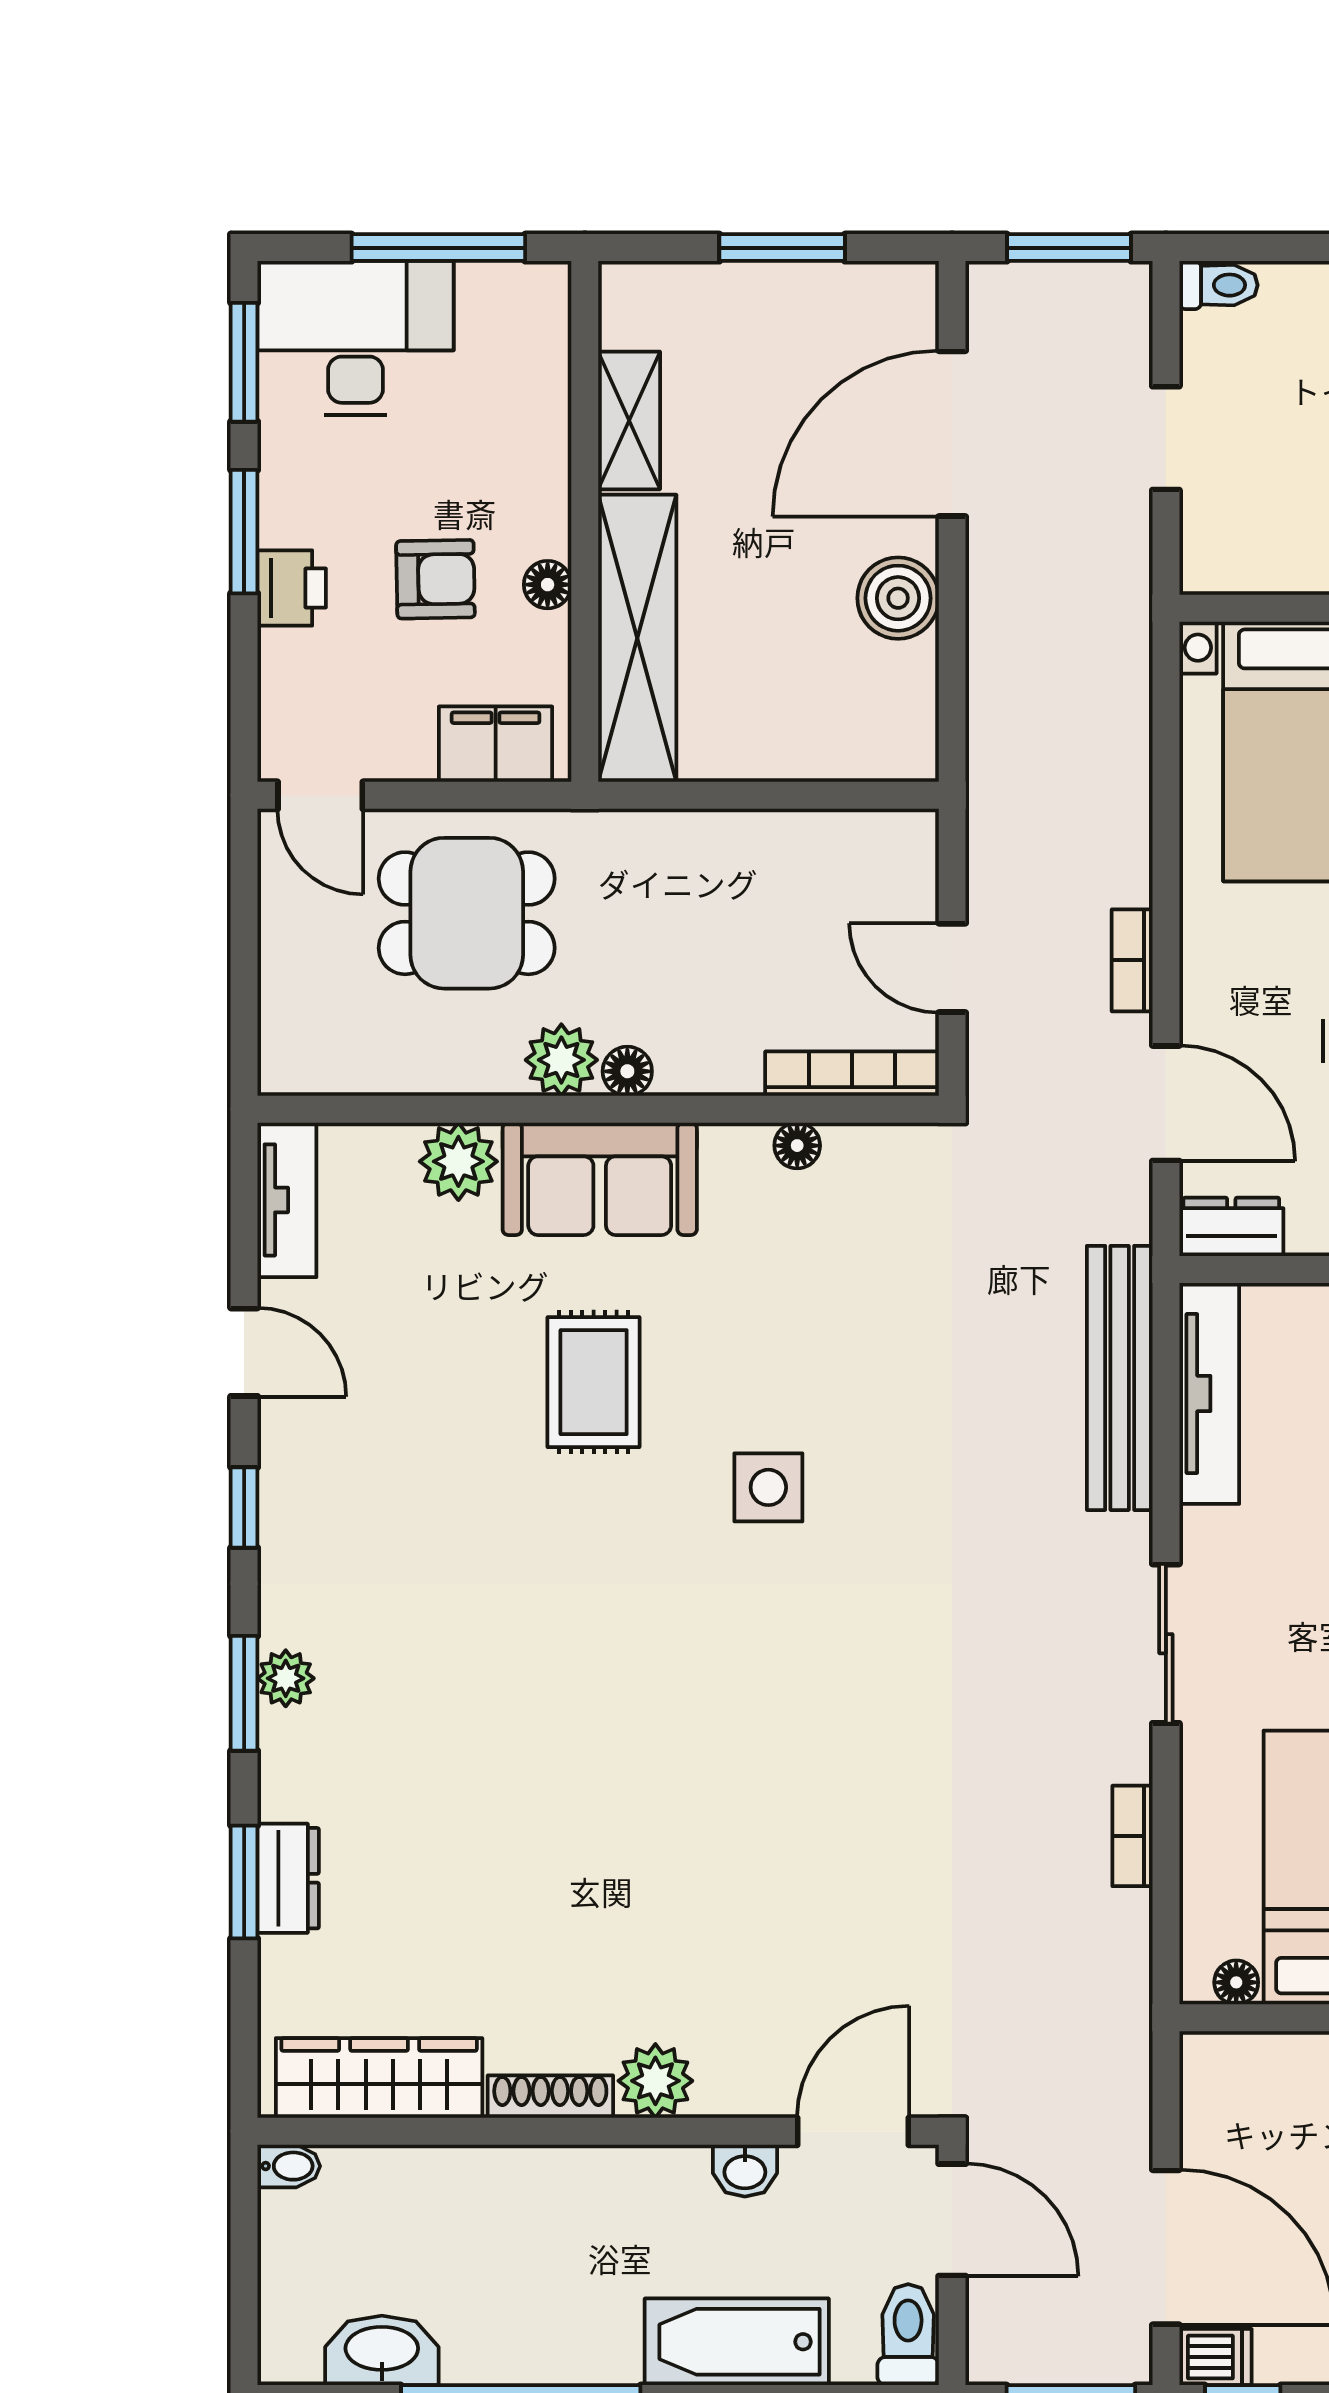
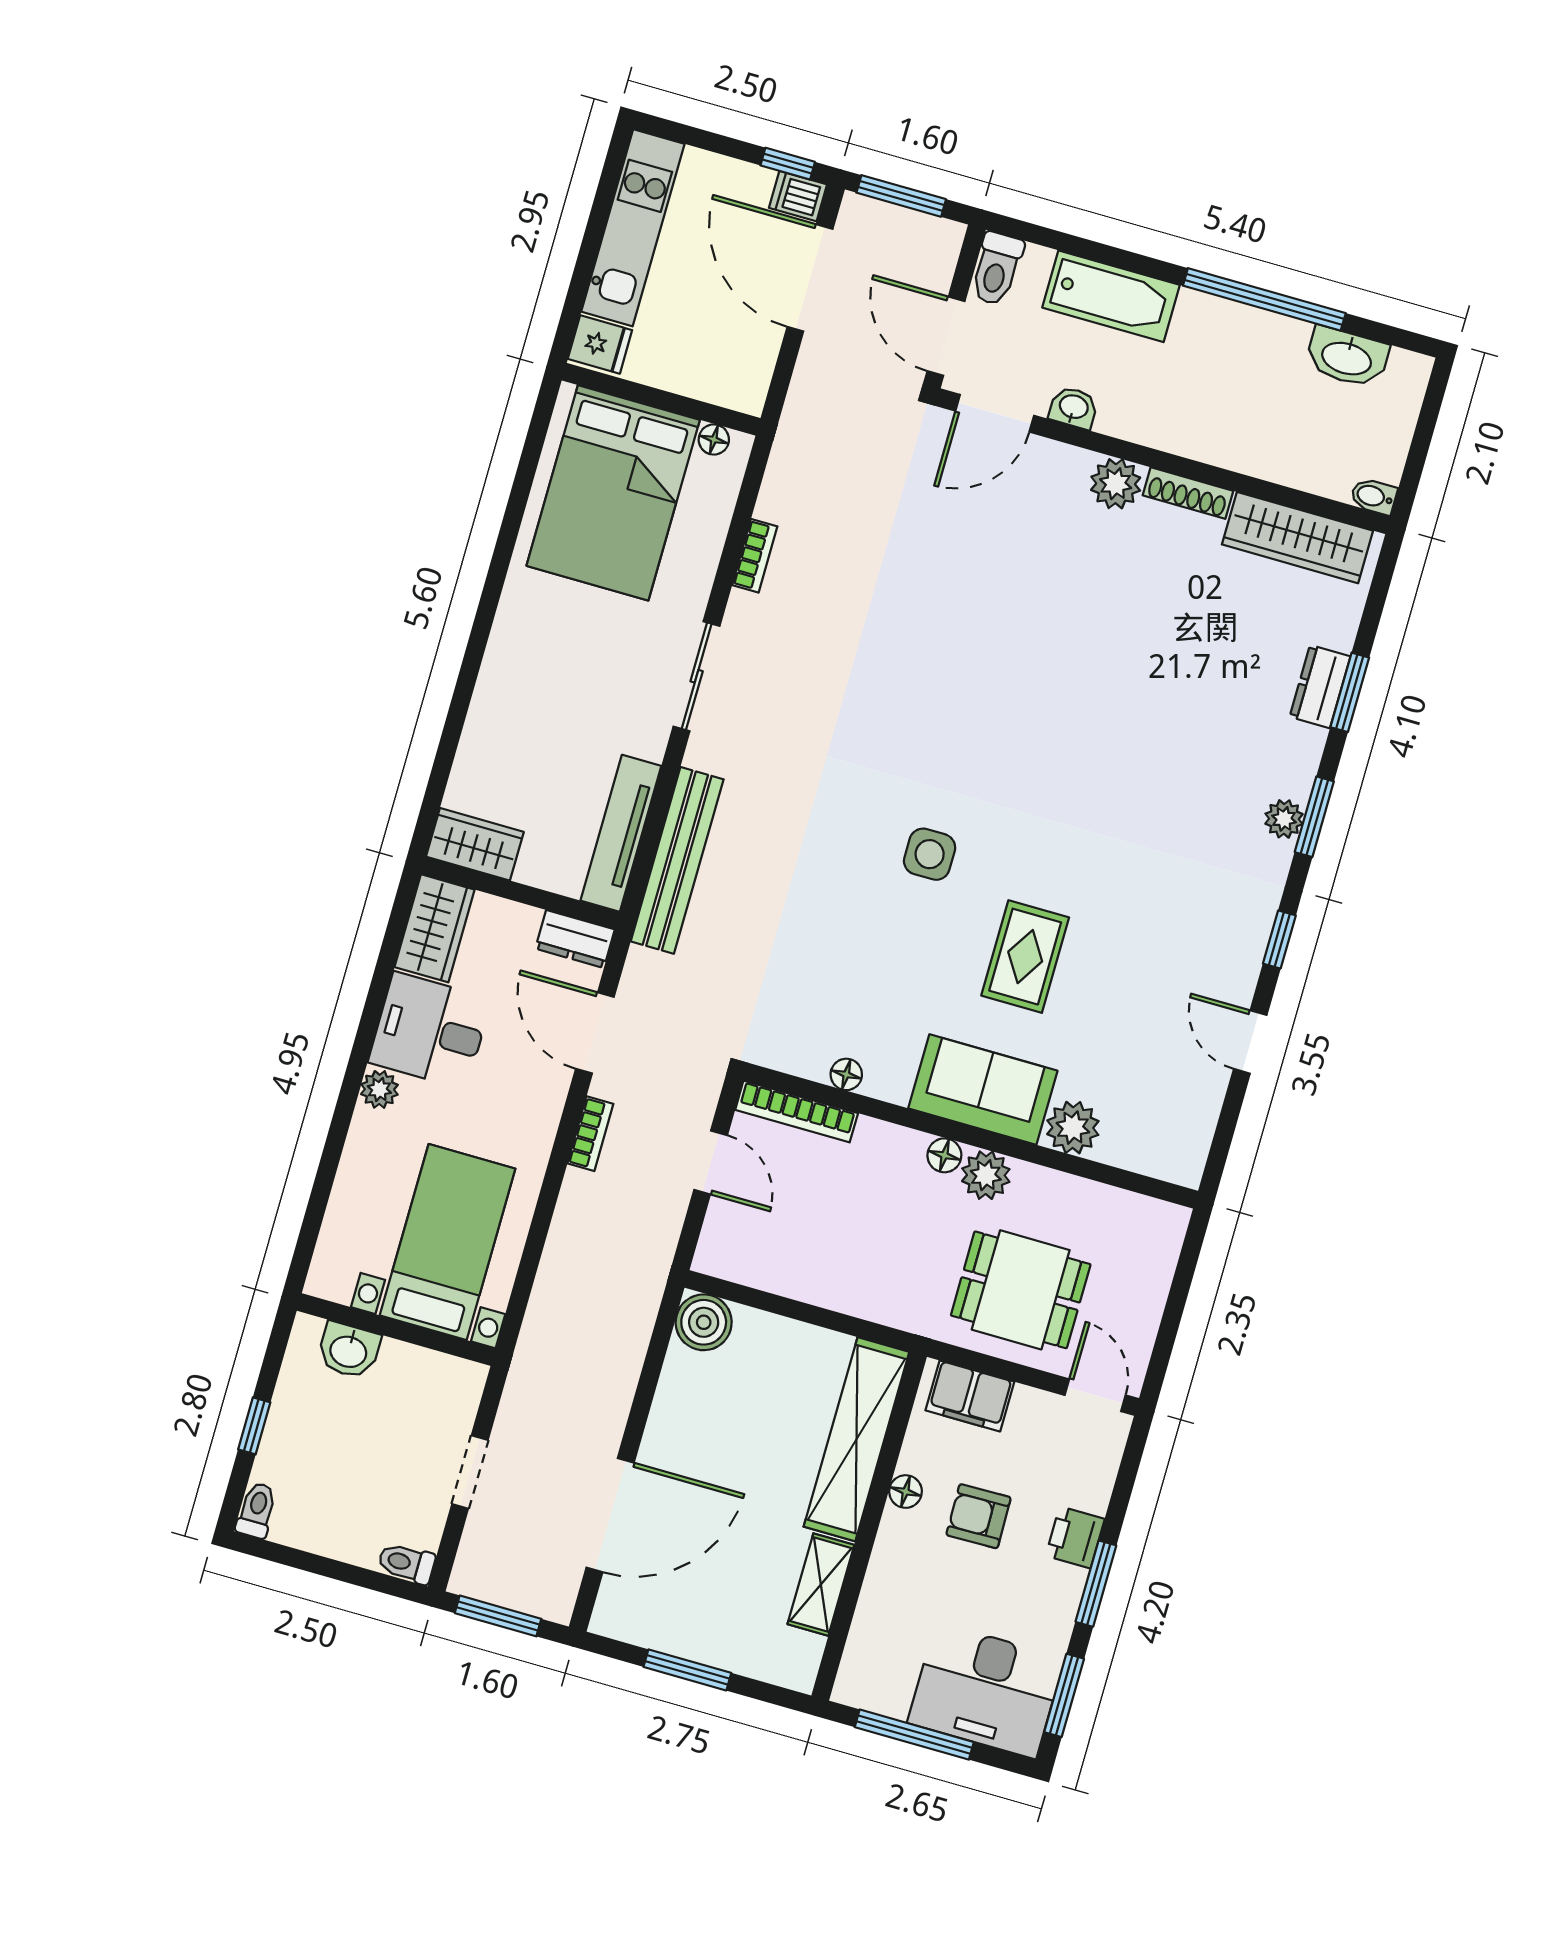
boiler: (898, 598) -> (704, 1322), moved
tv unit: (287, 1200) -> (1193, 1134), removed

